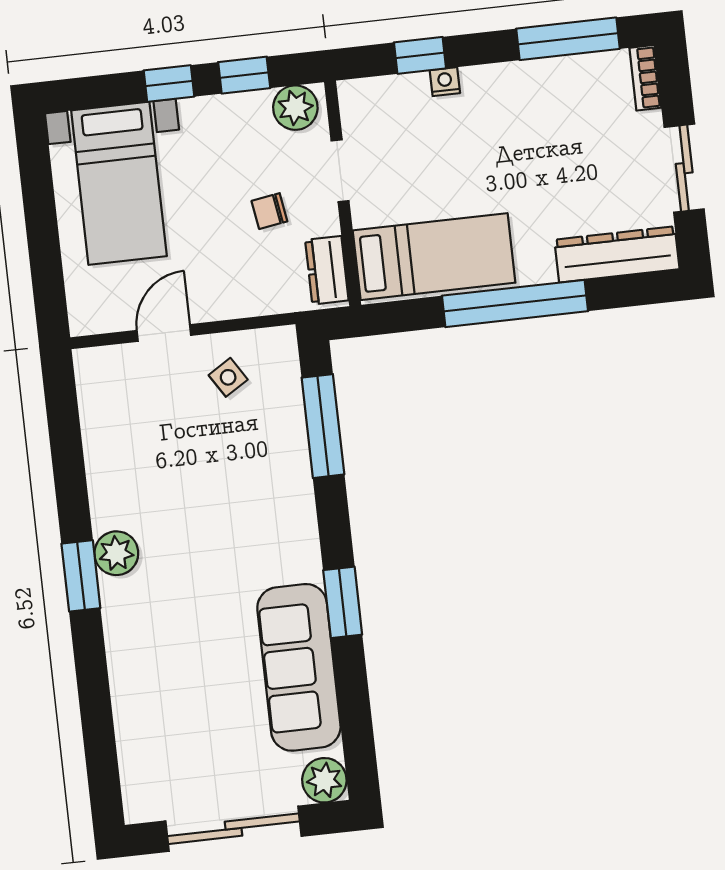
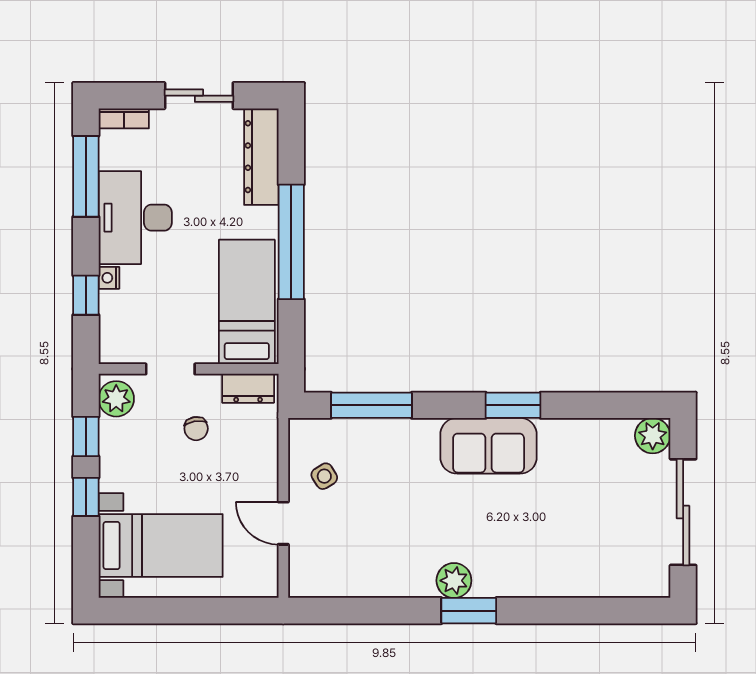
desk: (523, 106) -> (135, 218), added
sofa: (299, 667) -> (489, 446), moved, width x0.73

